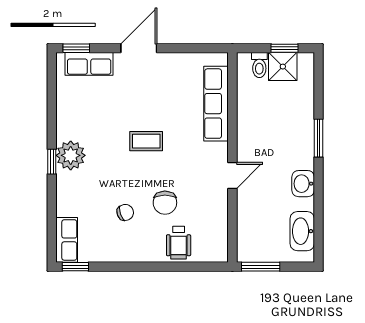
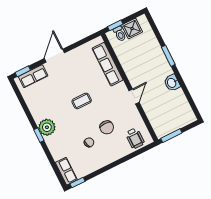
window: (285, 48) -> (115, 25), moved
washbasin: (302, 231) -> (184, 107), removed
wheelchair: (179, 243) -> (135, 138), moved

